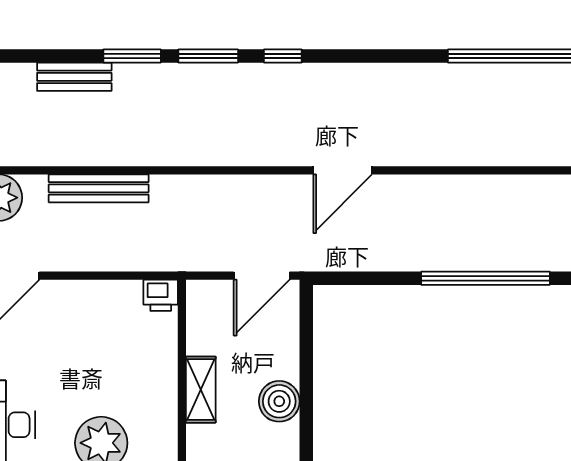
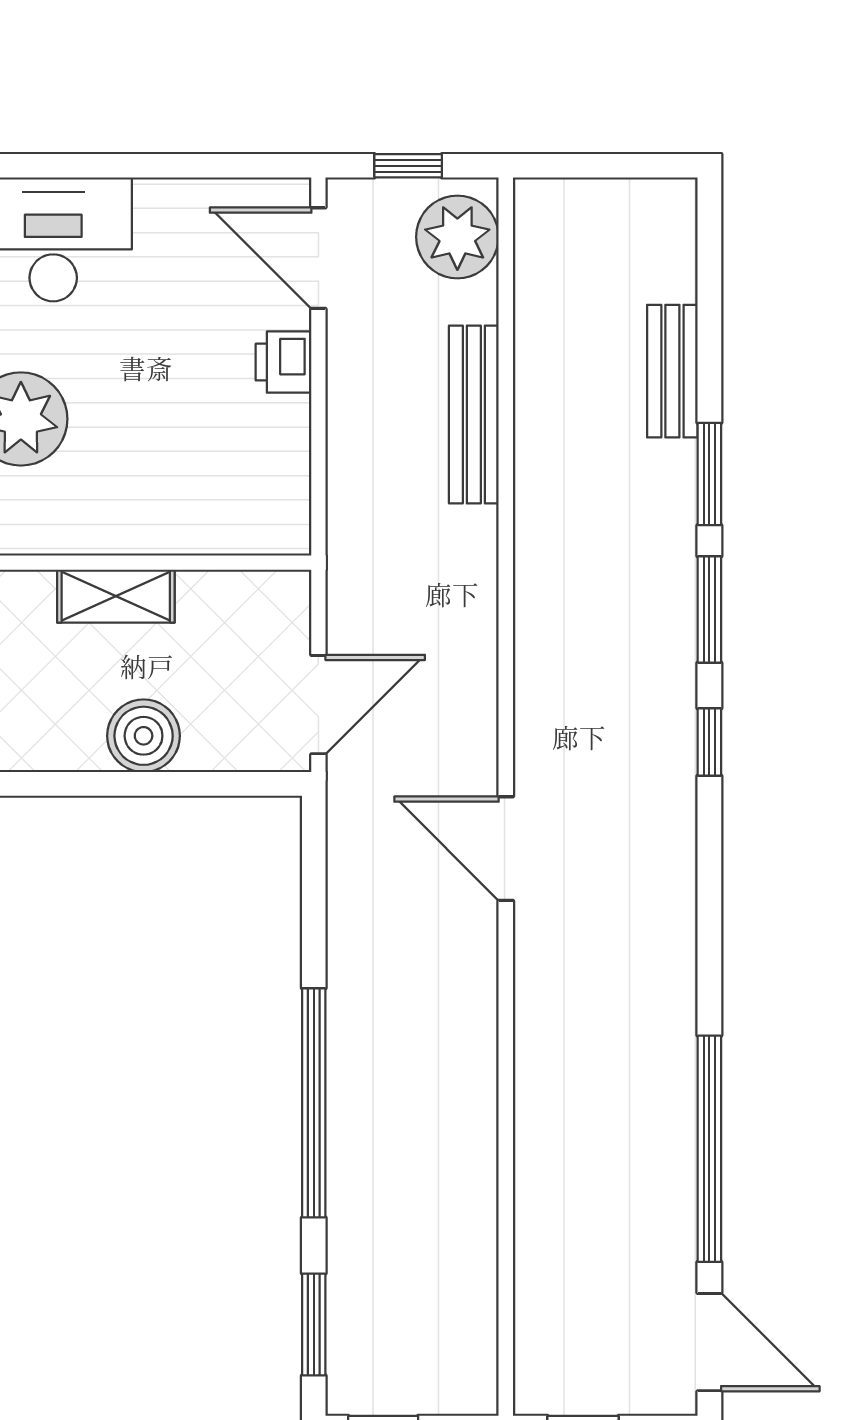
door: (262, 276) -> (318, 705), swing flipped
printer: (161, 295) -> (284, 362), moved
boiler: (279, 401) -> (144, 736), moved

